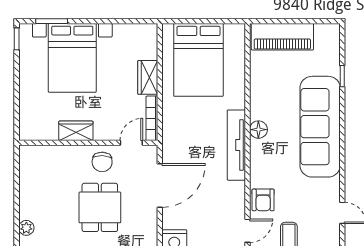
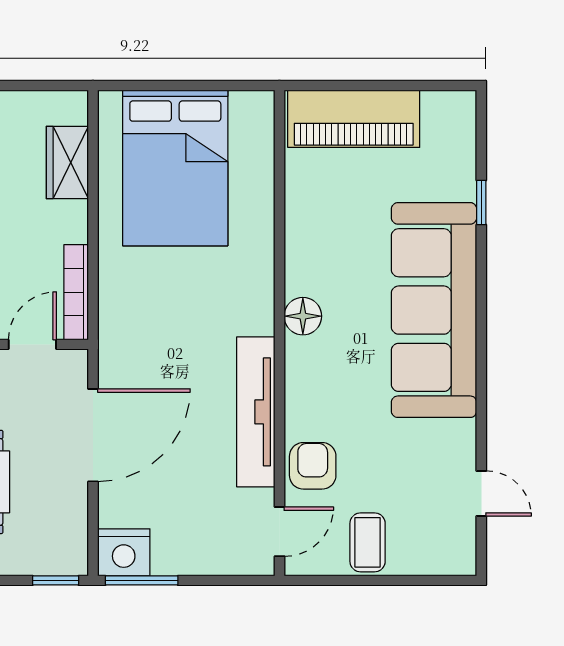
wardrobe: (148, 77) -> (67, 162), moved
tv unit: (236, 145) -> (256, 412), moved
armchair: (263, 200) -> (313, 466), turned 180

